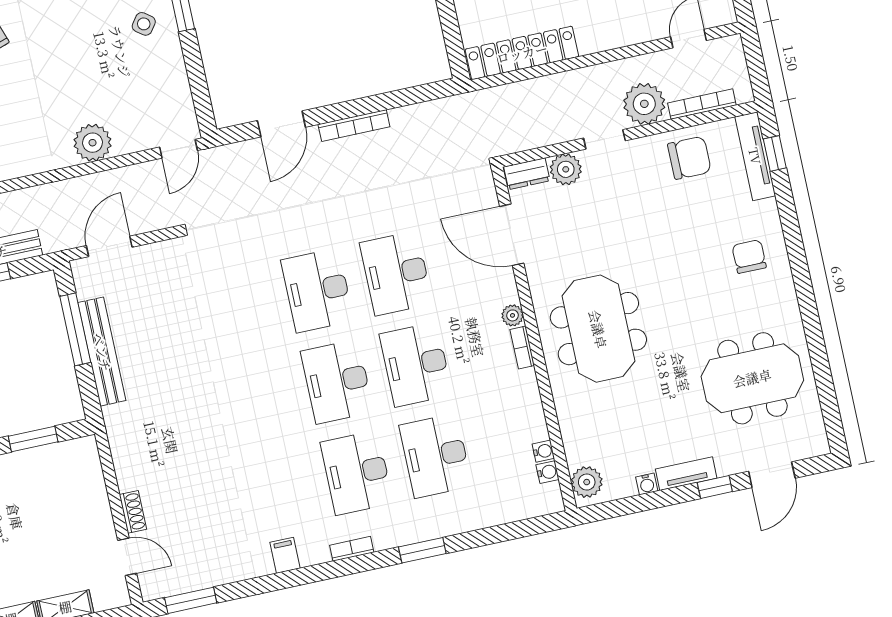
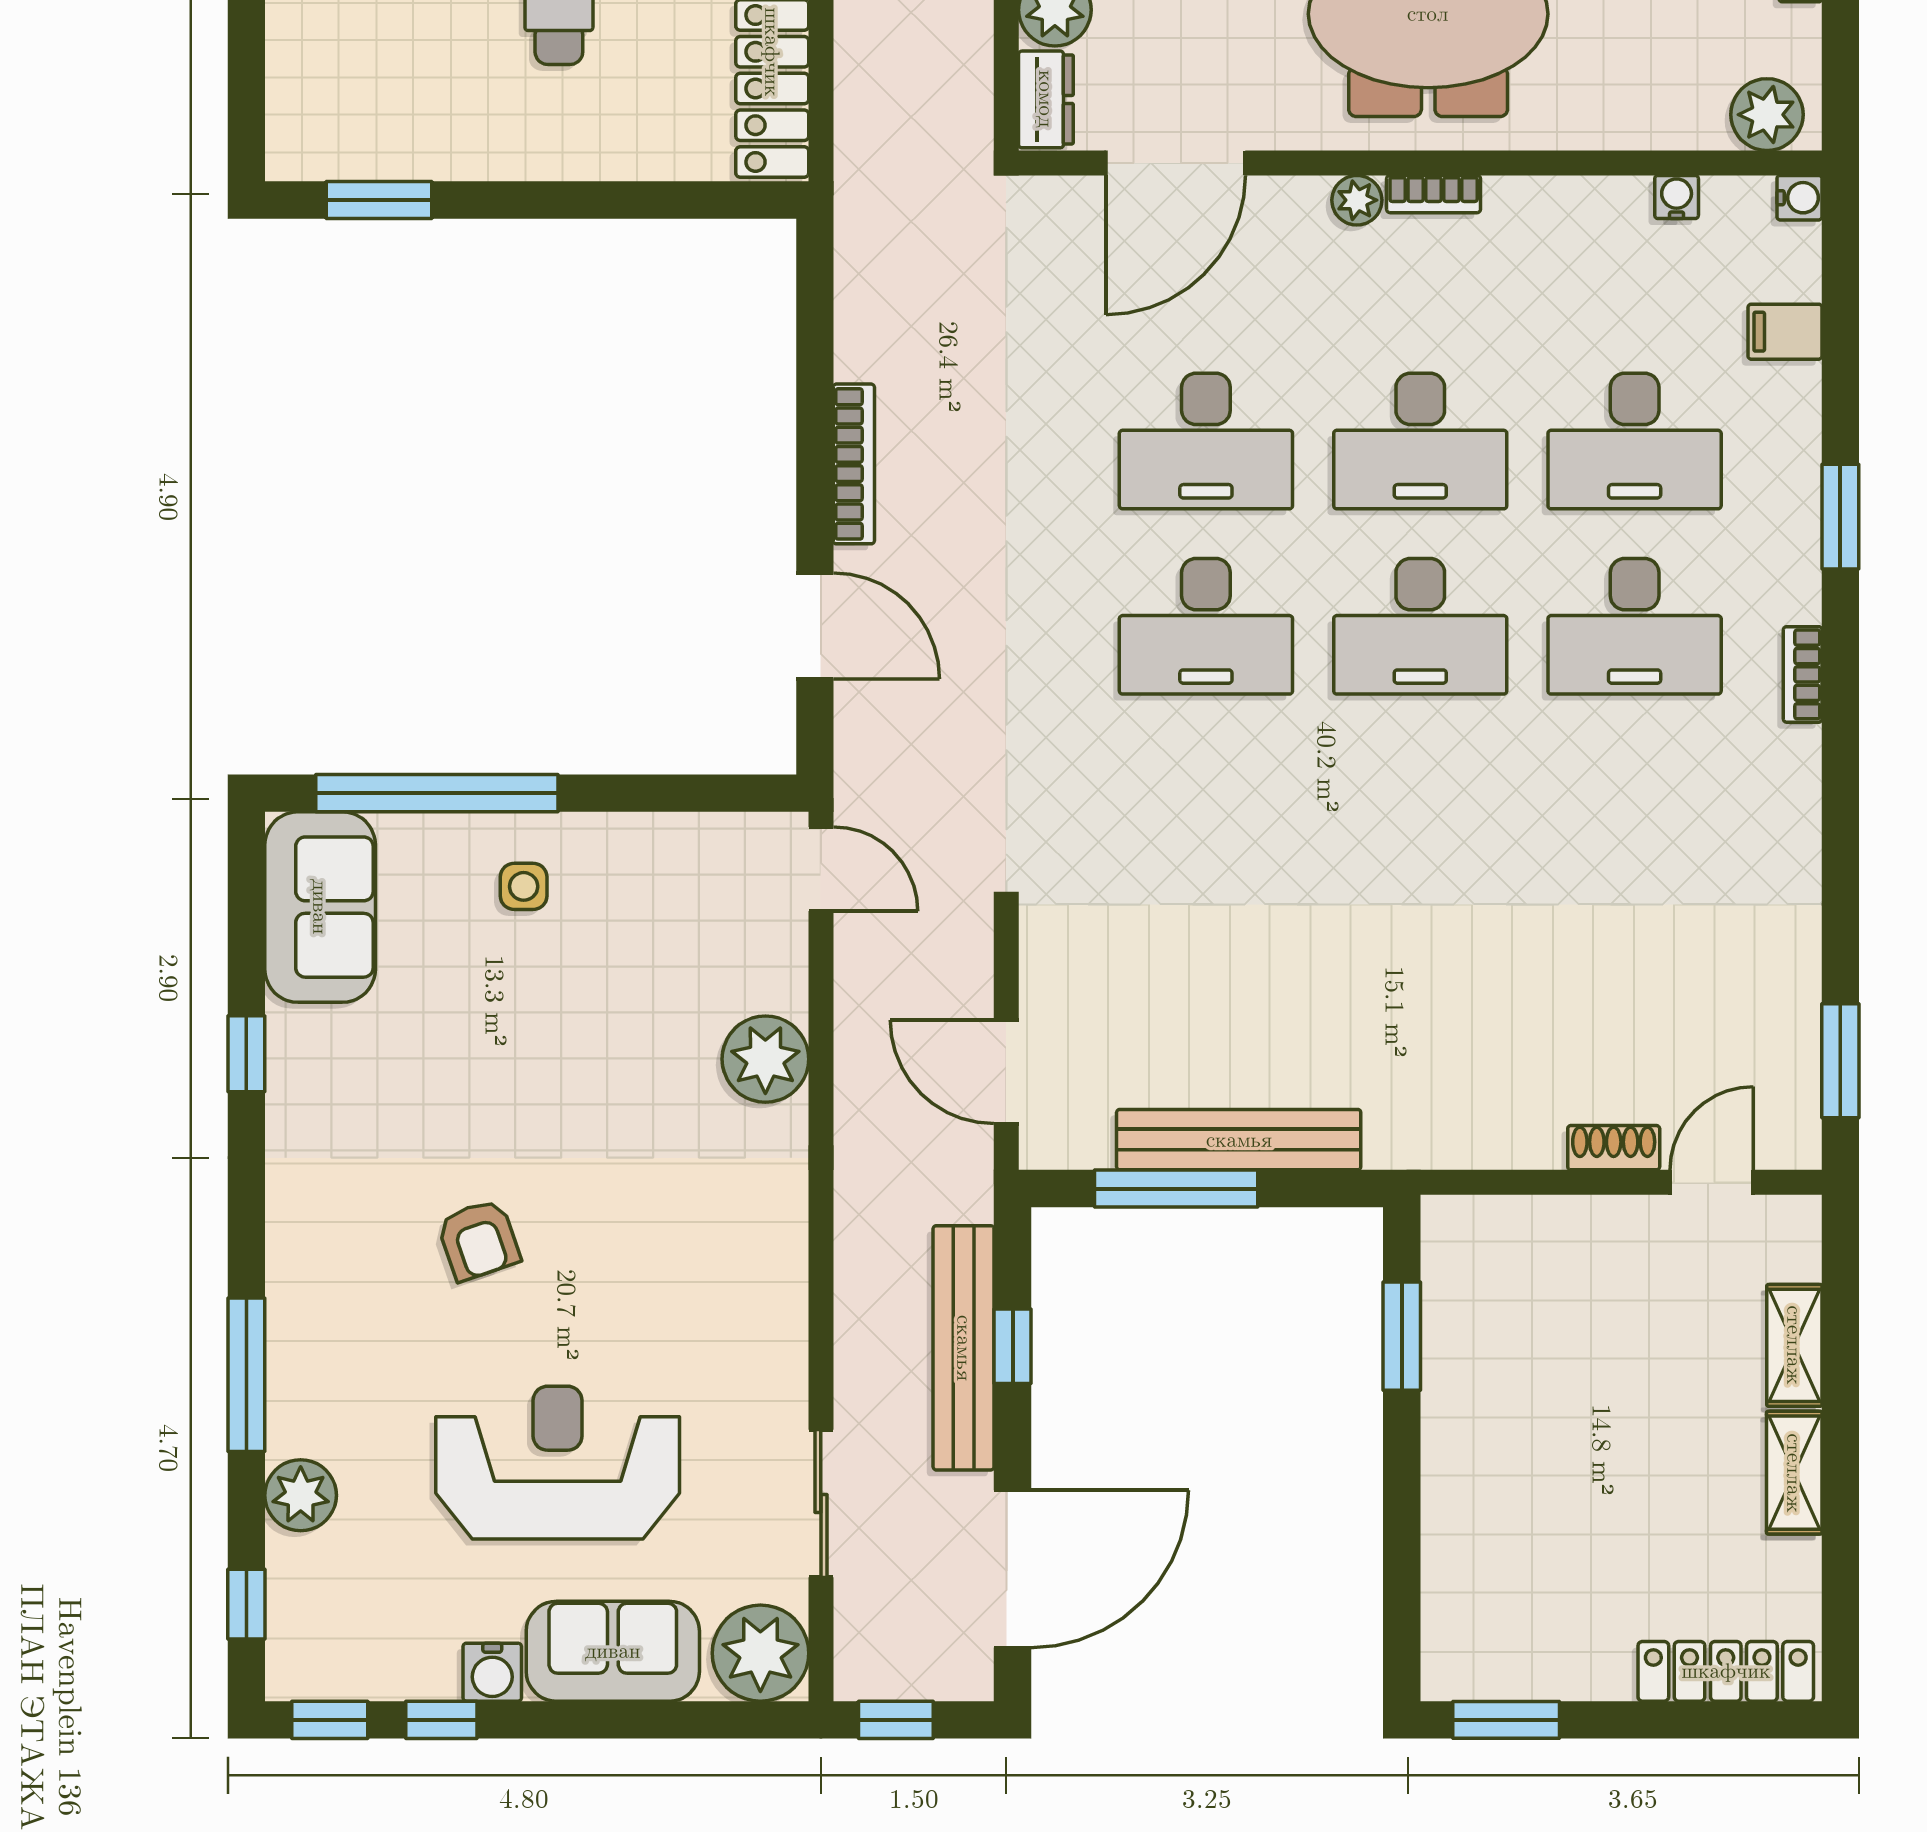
side table: (144, 24) -> (524, 886), turned -36
water cooler: (547, 472) -> (1799, 198), moved, turned 90
filing cabinet: (285, 555) -> (1785, 332), moved

